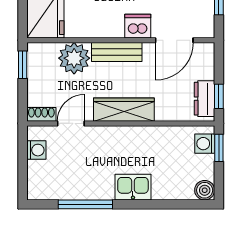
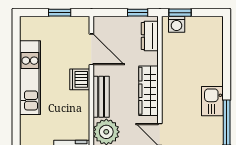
dresser: (204, 99) -> (150, 36), moved, turned 90
kitchen sink: (133, 187) -> (212, 101), moved
boiler: (205, 190) -> (215, 24), removed

